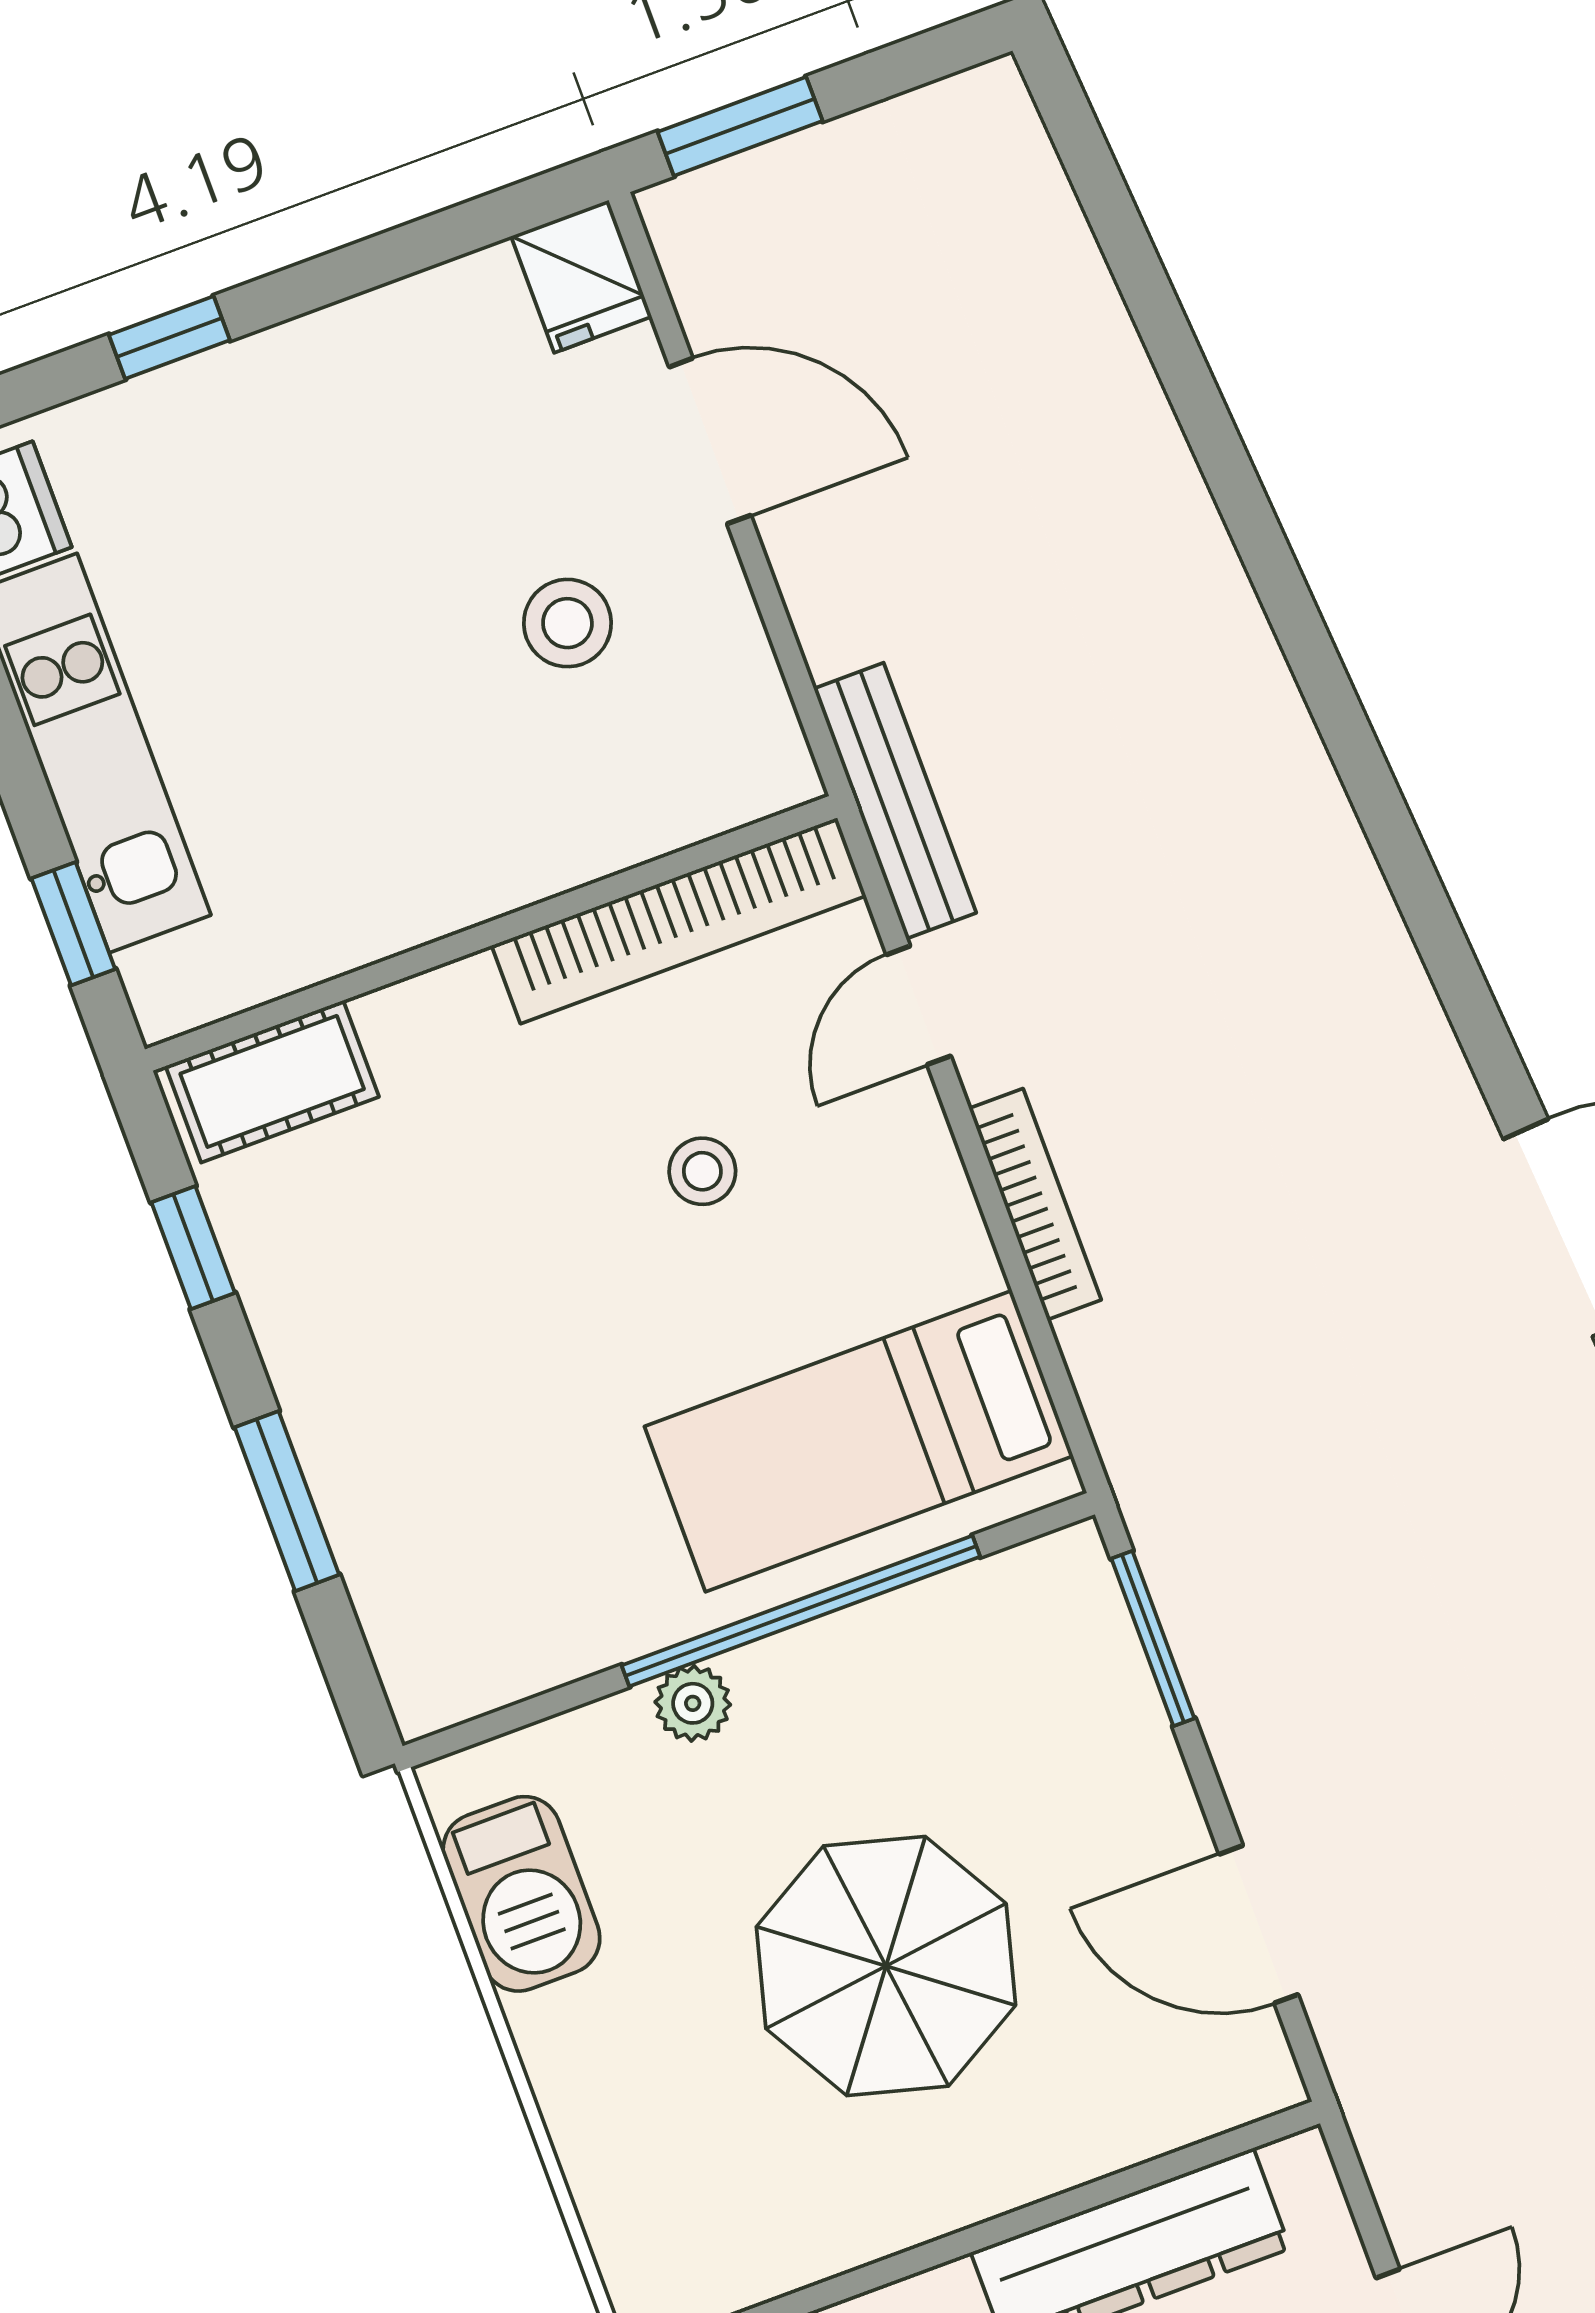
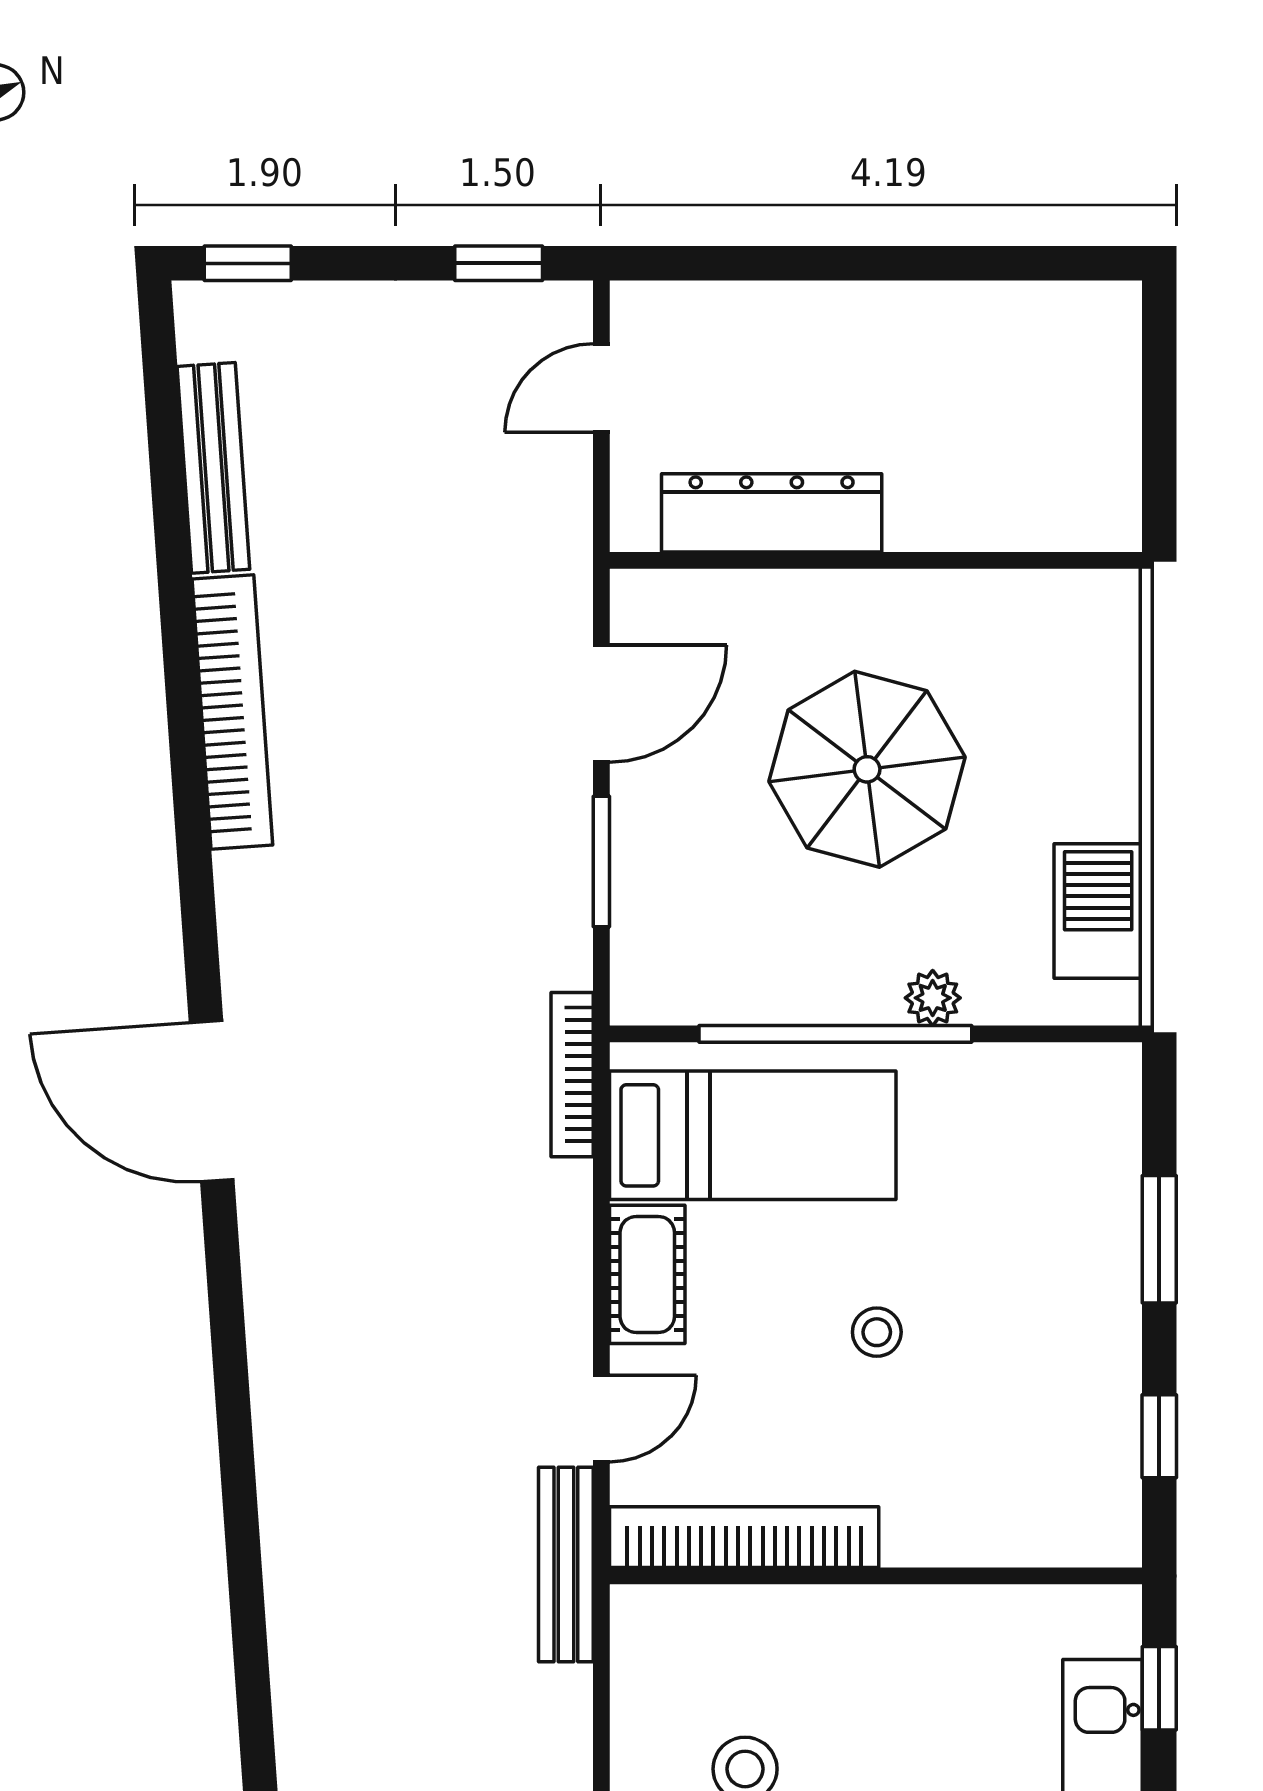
cot: (272, 1081) -> (647, 1274), moved, turned 90
stool: (702, 1171) -> (877, 1332), moved
bookcase: (1035, 1204) -> (572, 1075), moved
window: (1153, 1638) -> (601, 862), moved
door: (1259, 1924) -> (601, 704), hinge flipped

